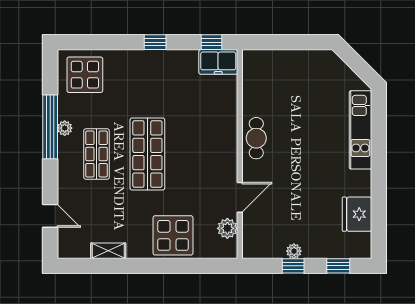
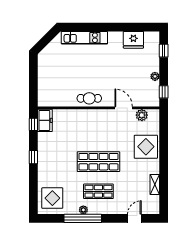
window: (293, 266) -> (164, 92), moved

